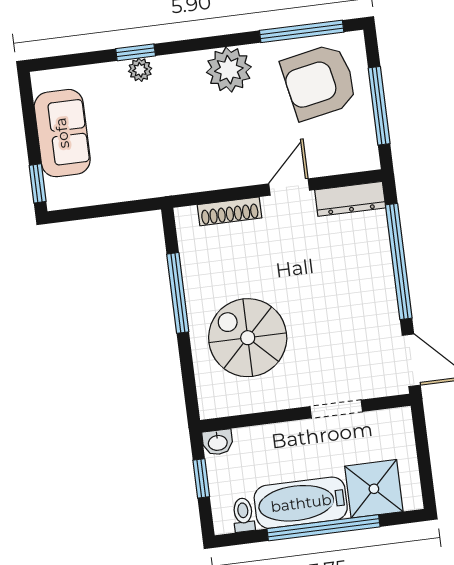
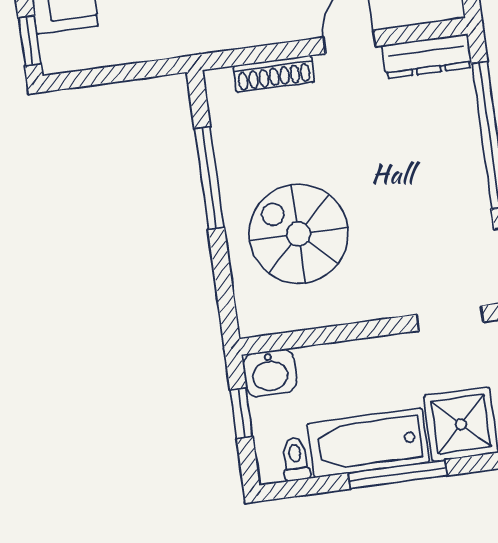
doorway: (336, 409) -> (450, 318), moved
washbasin: (218, 442) -> (270, 373), width x1.38, depth x1.45
window: (324, 528) -> (397, 474), width x0.68

